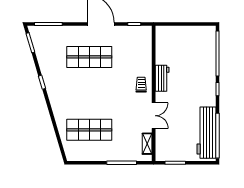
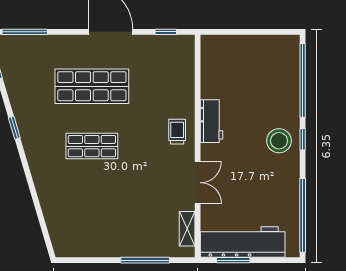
stool: (203, 90) -> (279, 141), added
shop shelf: (89, 130) -> (92, 146), moved, width x0.70, depth x0.74
workbench: (206, 133) -> (243, 242), moved, turned 90

